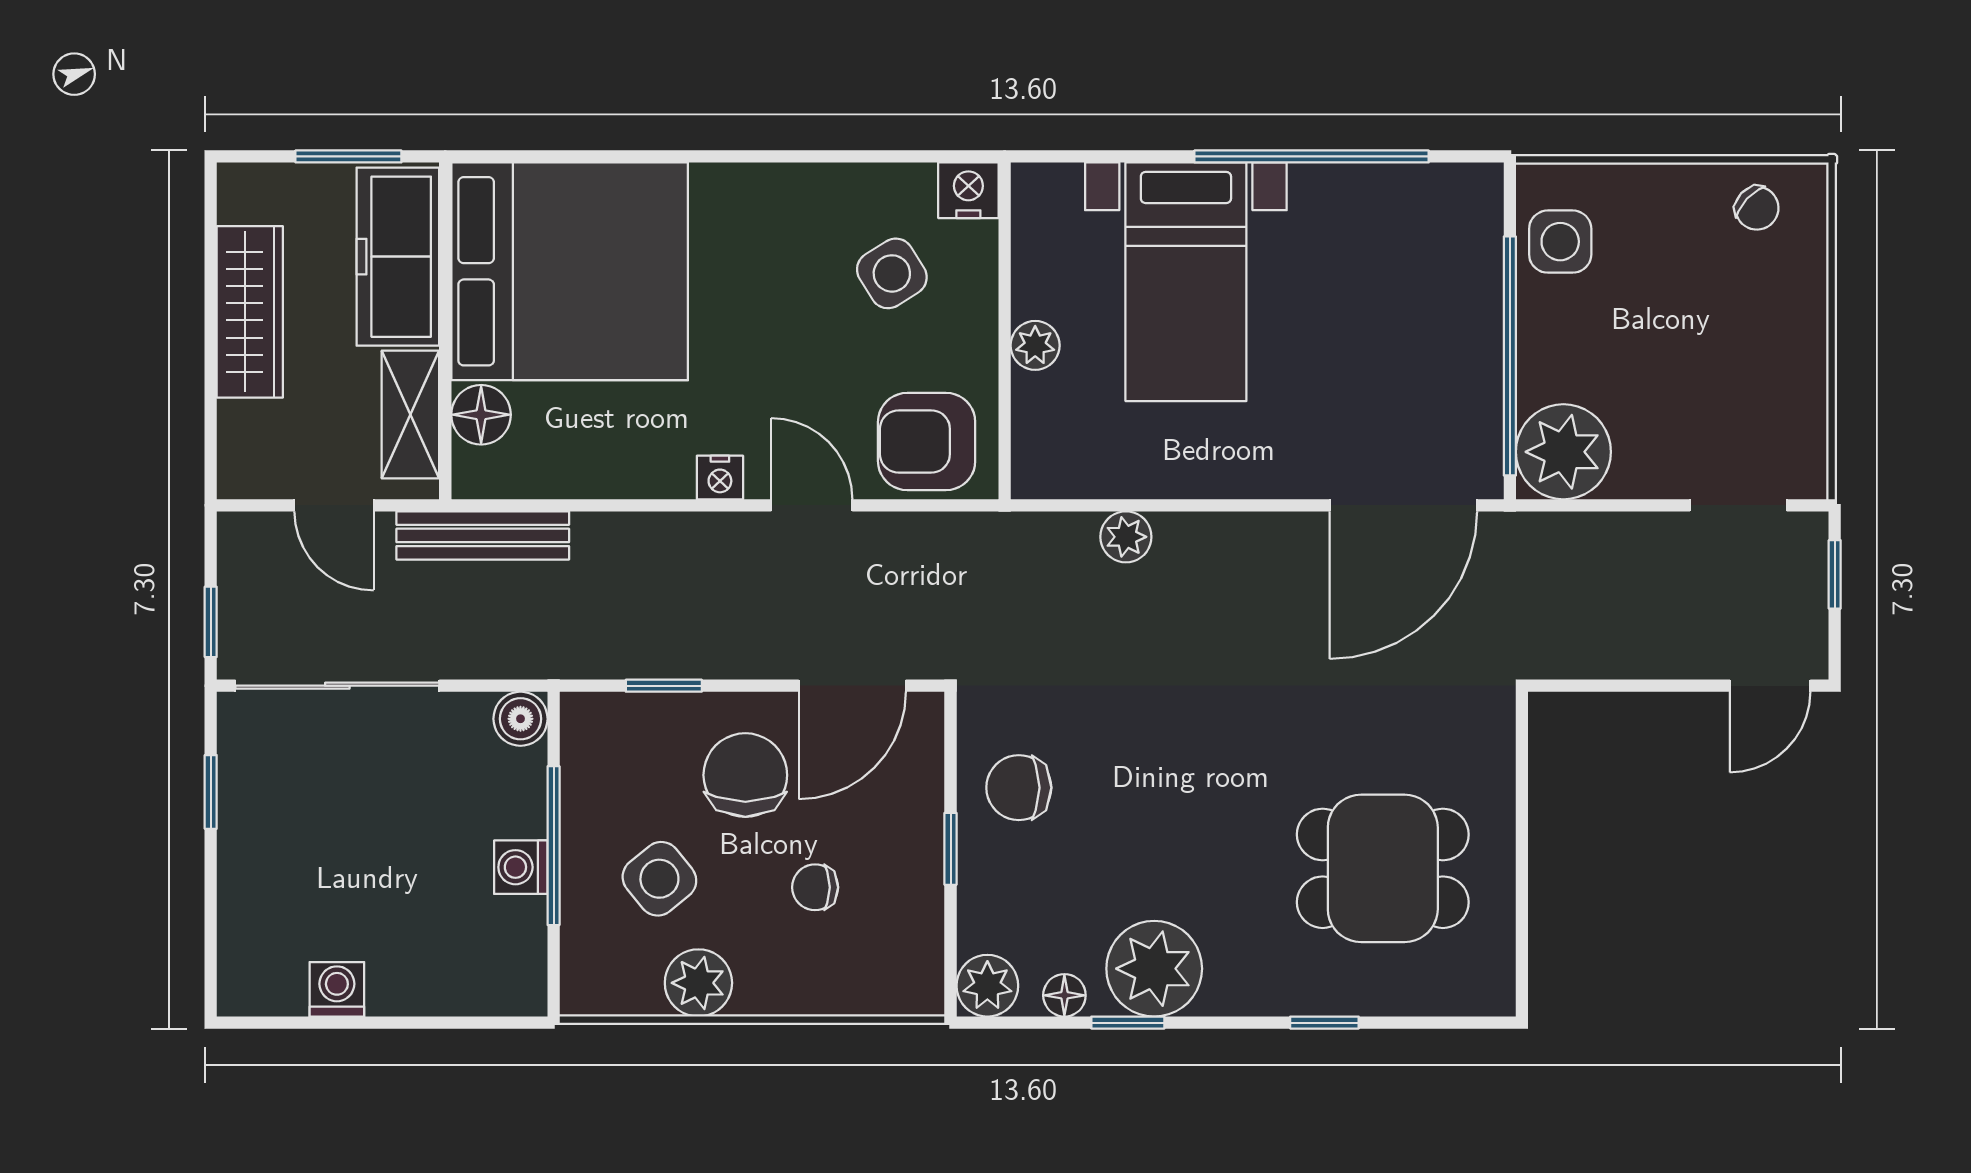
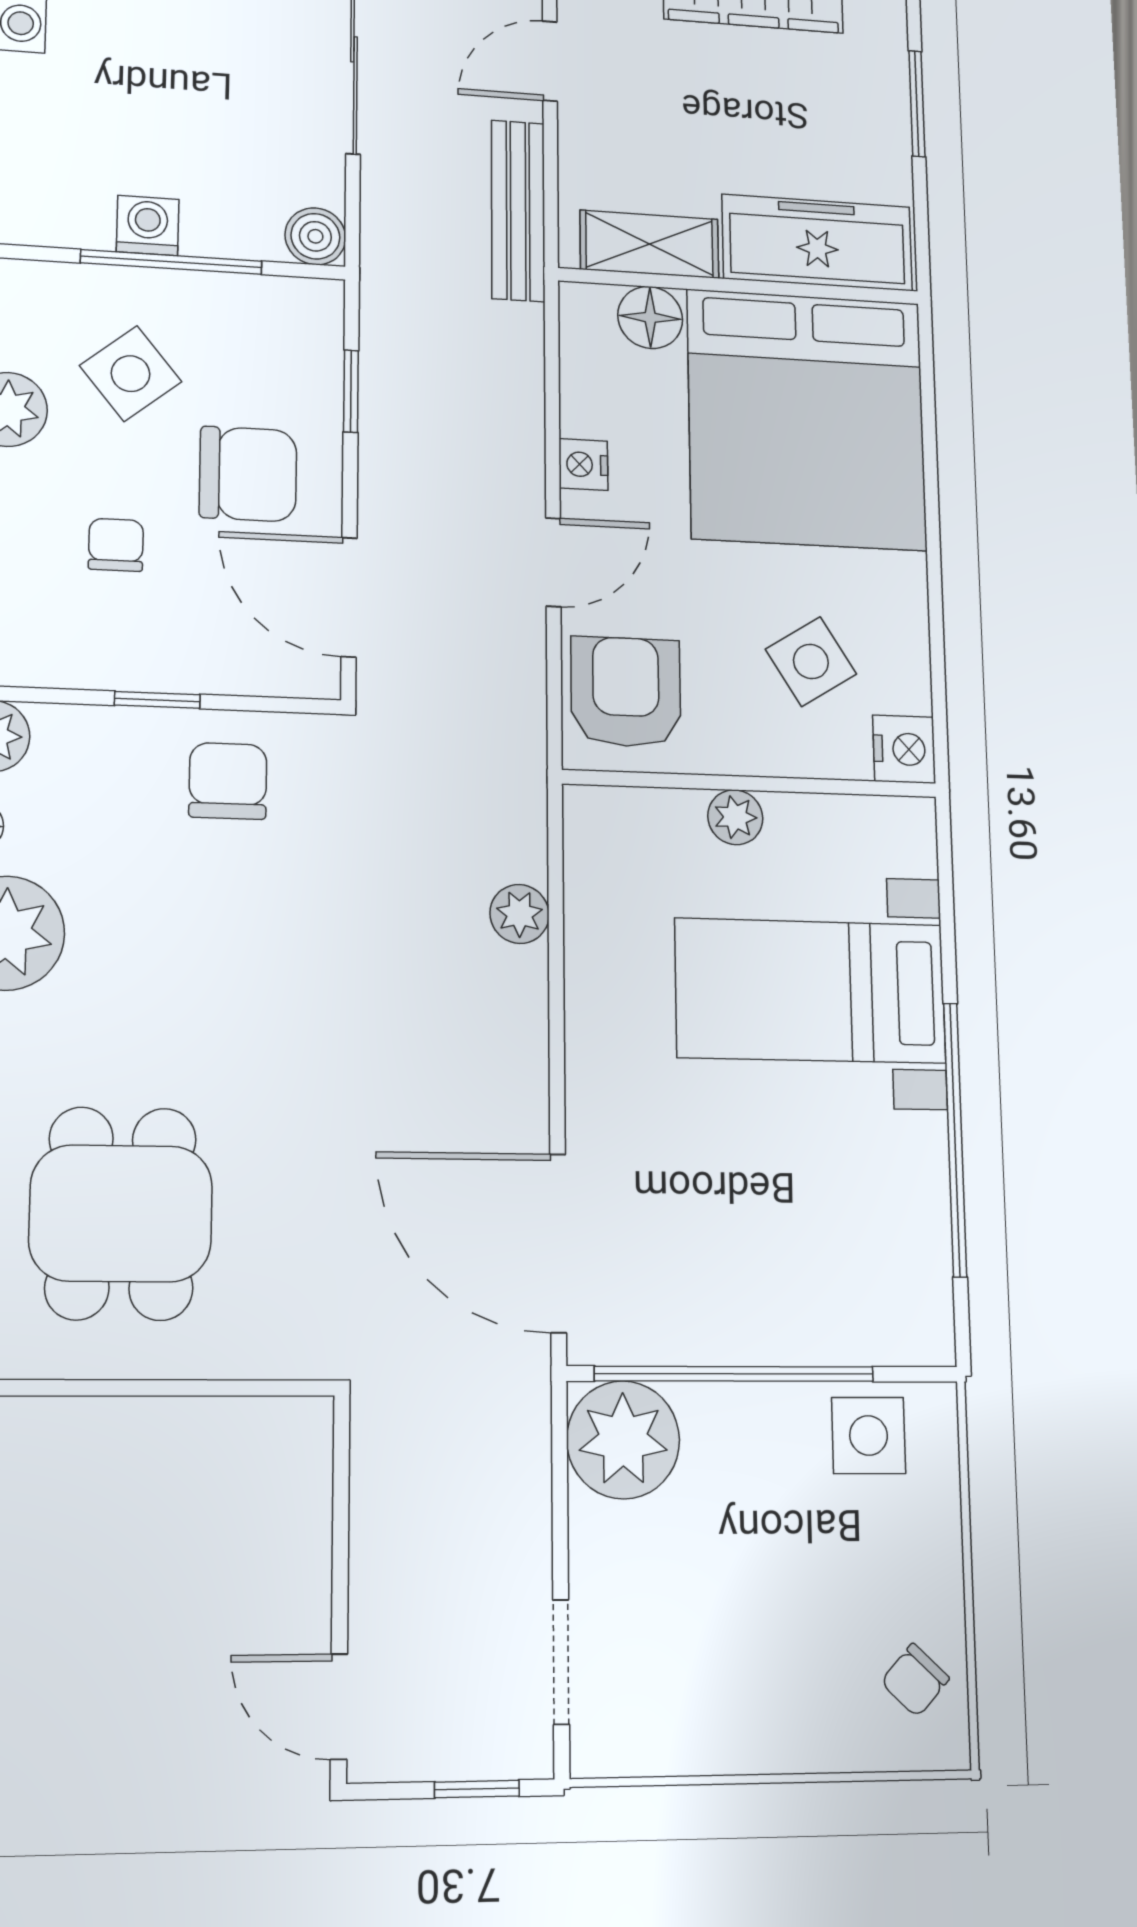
freezer: (398, 257) -> (817, 243), moved
bed: (570, 271) -> (807, 420), moved
wall: (445, 331) -> (740, 286), moved
shelving: (410, 414) -> (649, 244), moved
floor lamp: (481, 415) -> (650, 317), moved

